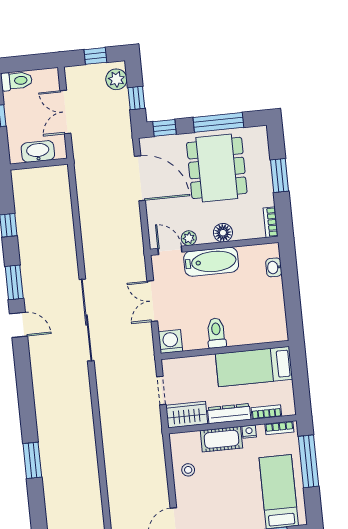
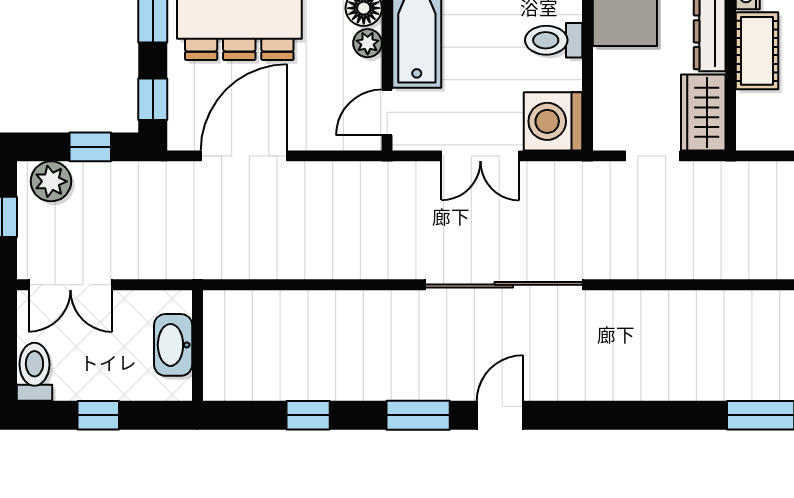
double door: (65, 112) -> (70, 285), moved
plant: (189, 238) -> (368, 43), moved
washing machine: (170, 341) -> (553, 121), width x1.37, depth x1.37

